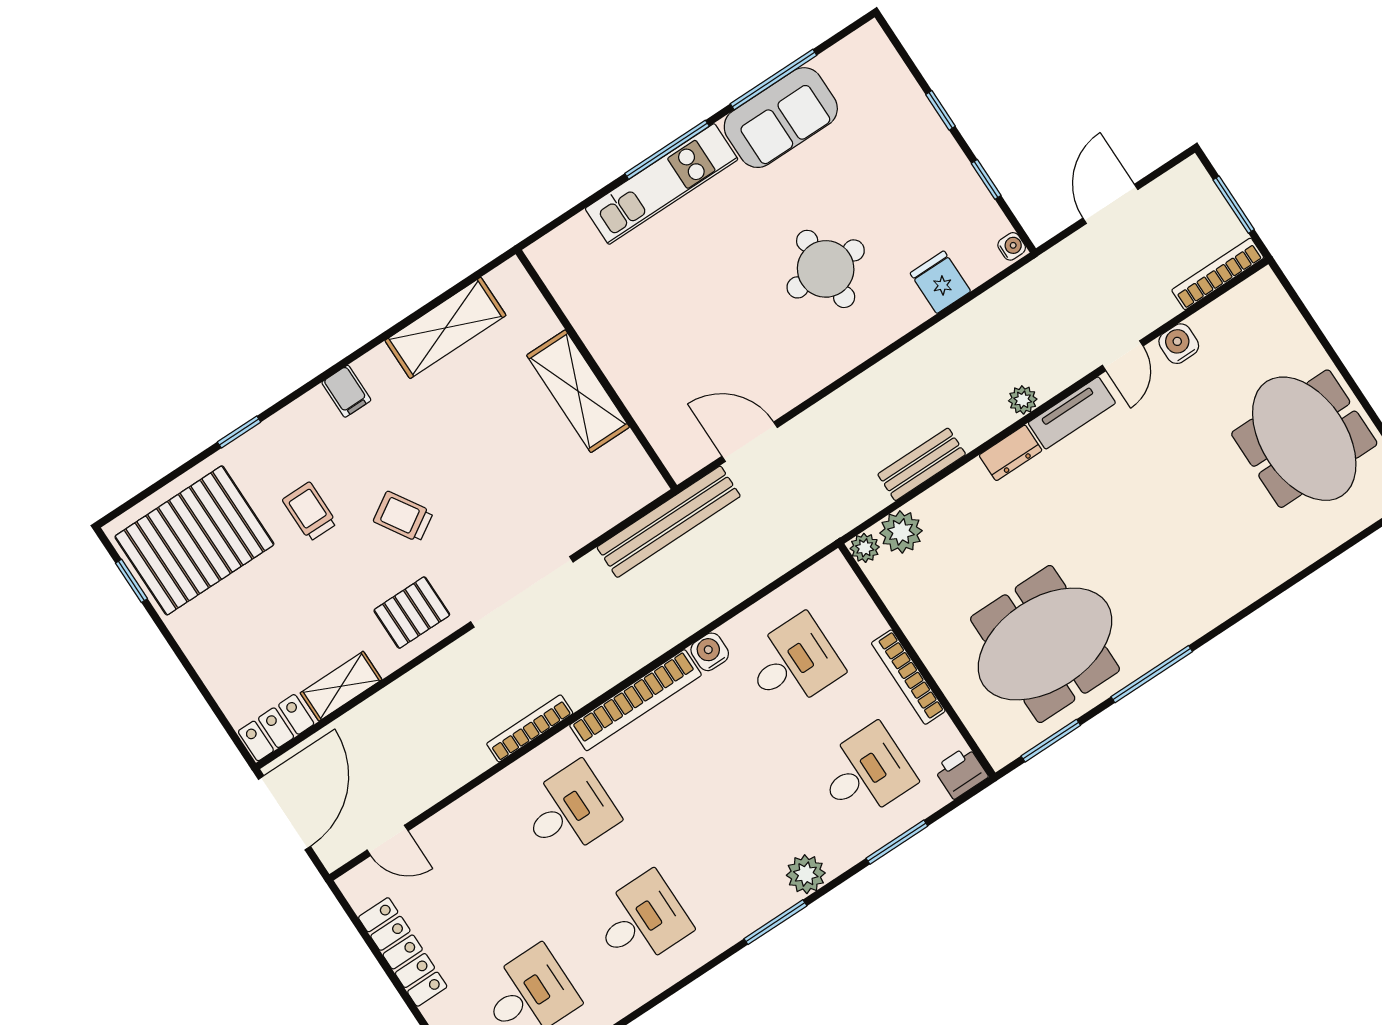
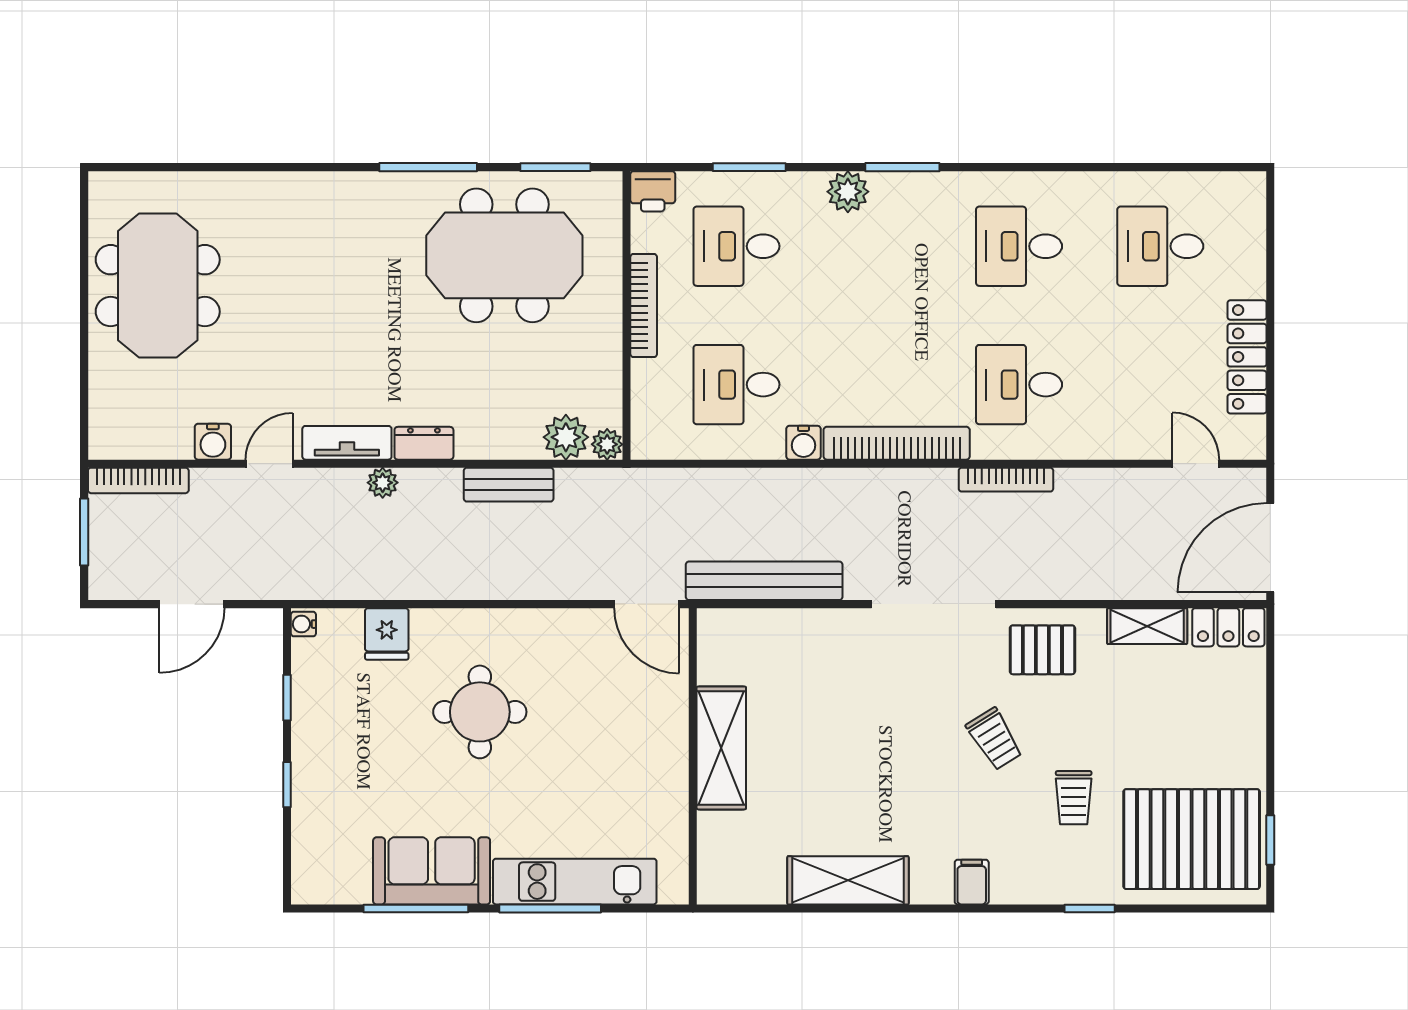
wall: (596, 370) -> (693, 756), moved
shelving: (578, 391) -> (721, 748), moved

